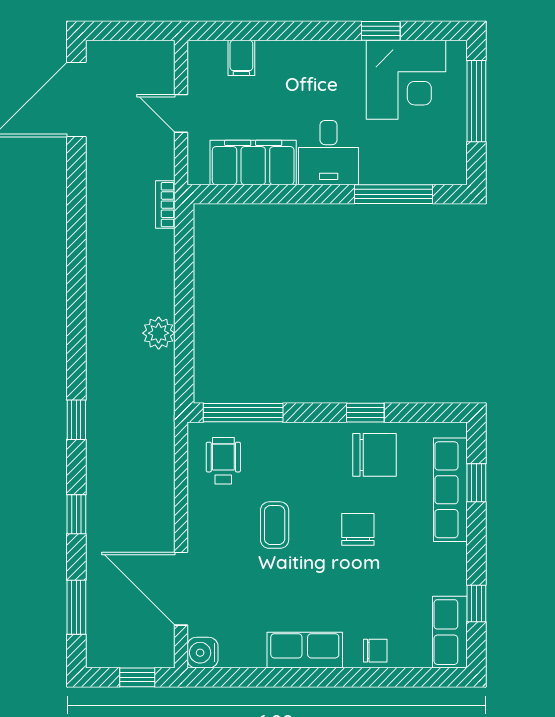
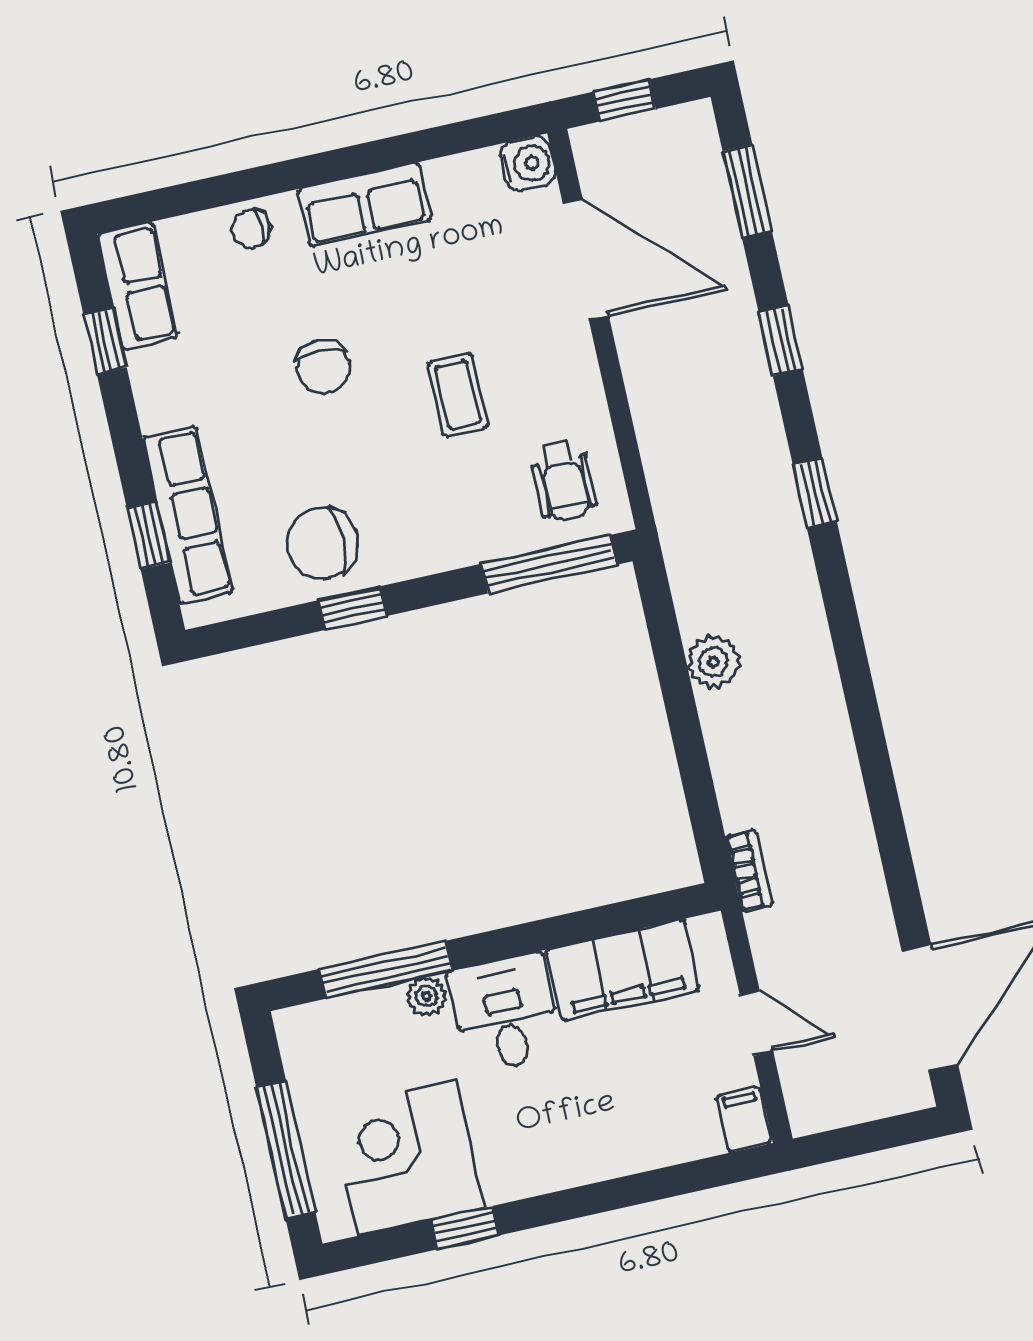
filing cabinet: (241, 58) -> (744, 1120), moved
plant: (373, 173) -> (427, 996), added
chair: (358, 529) -> (323, 367), moved

